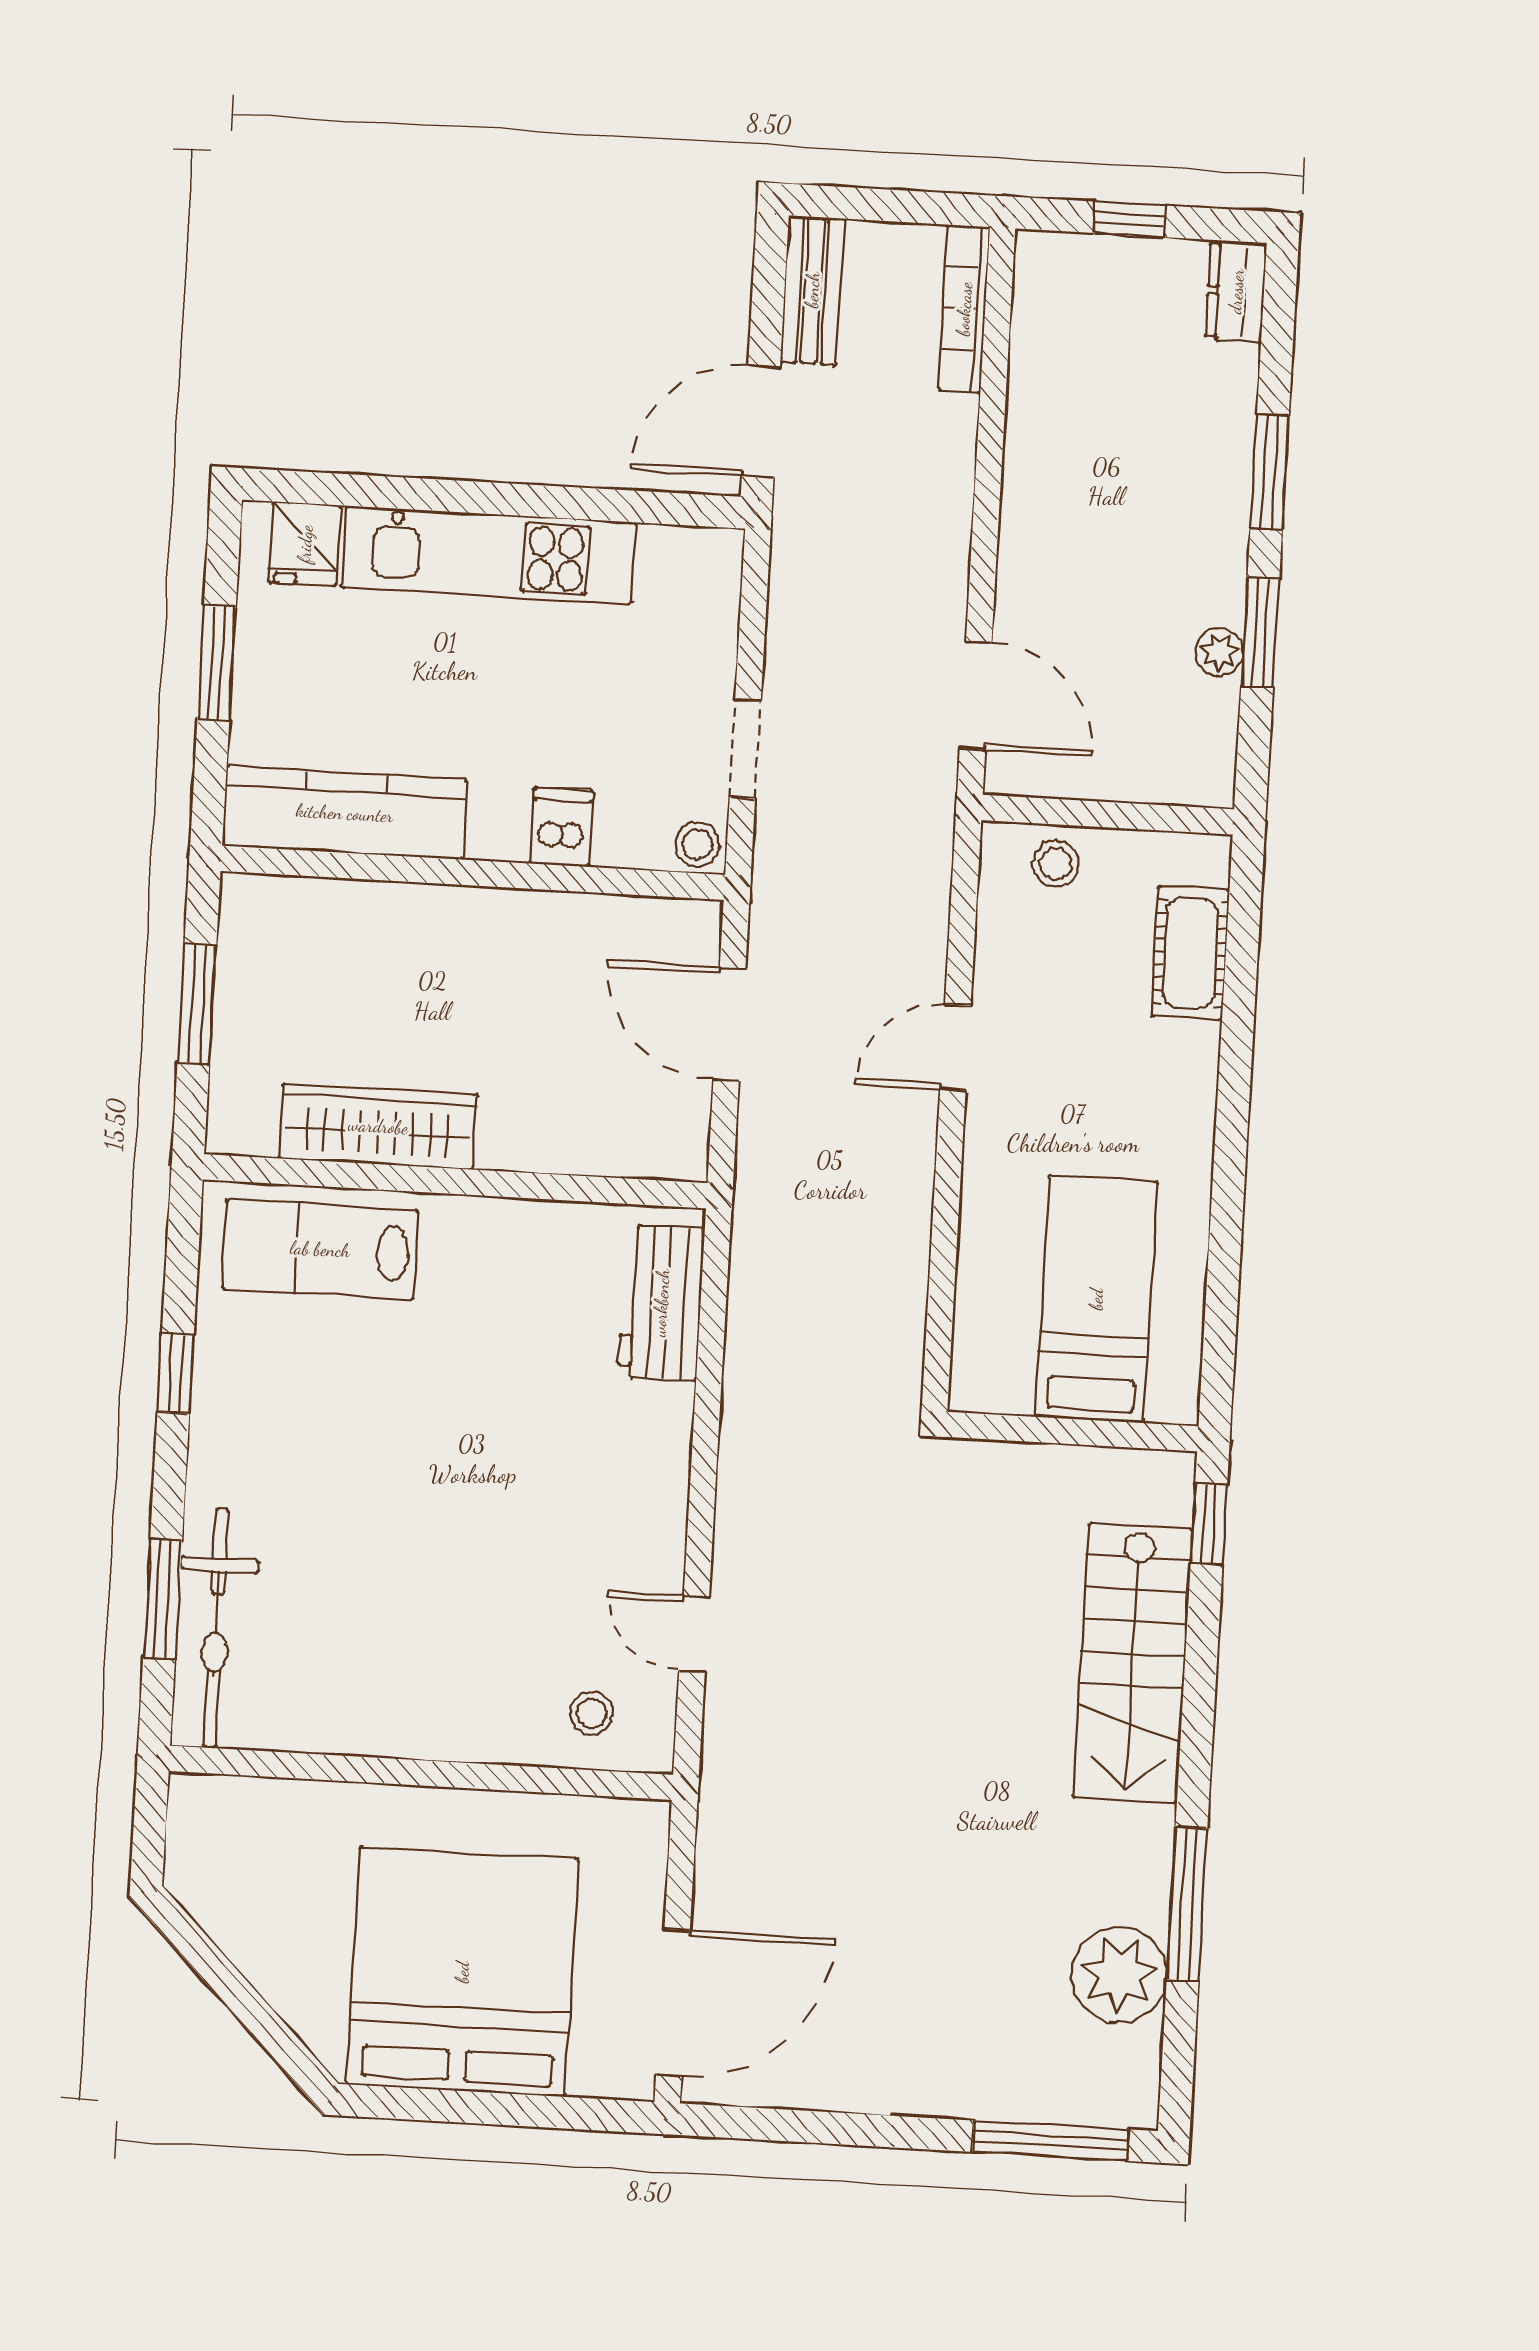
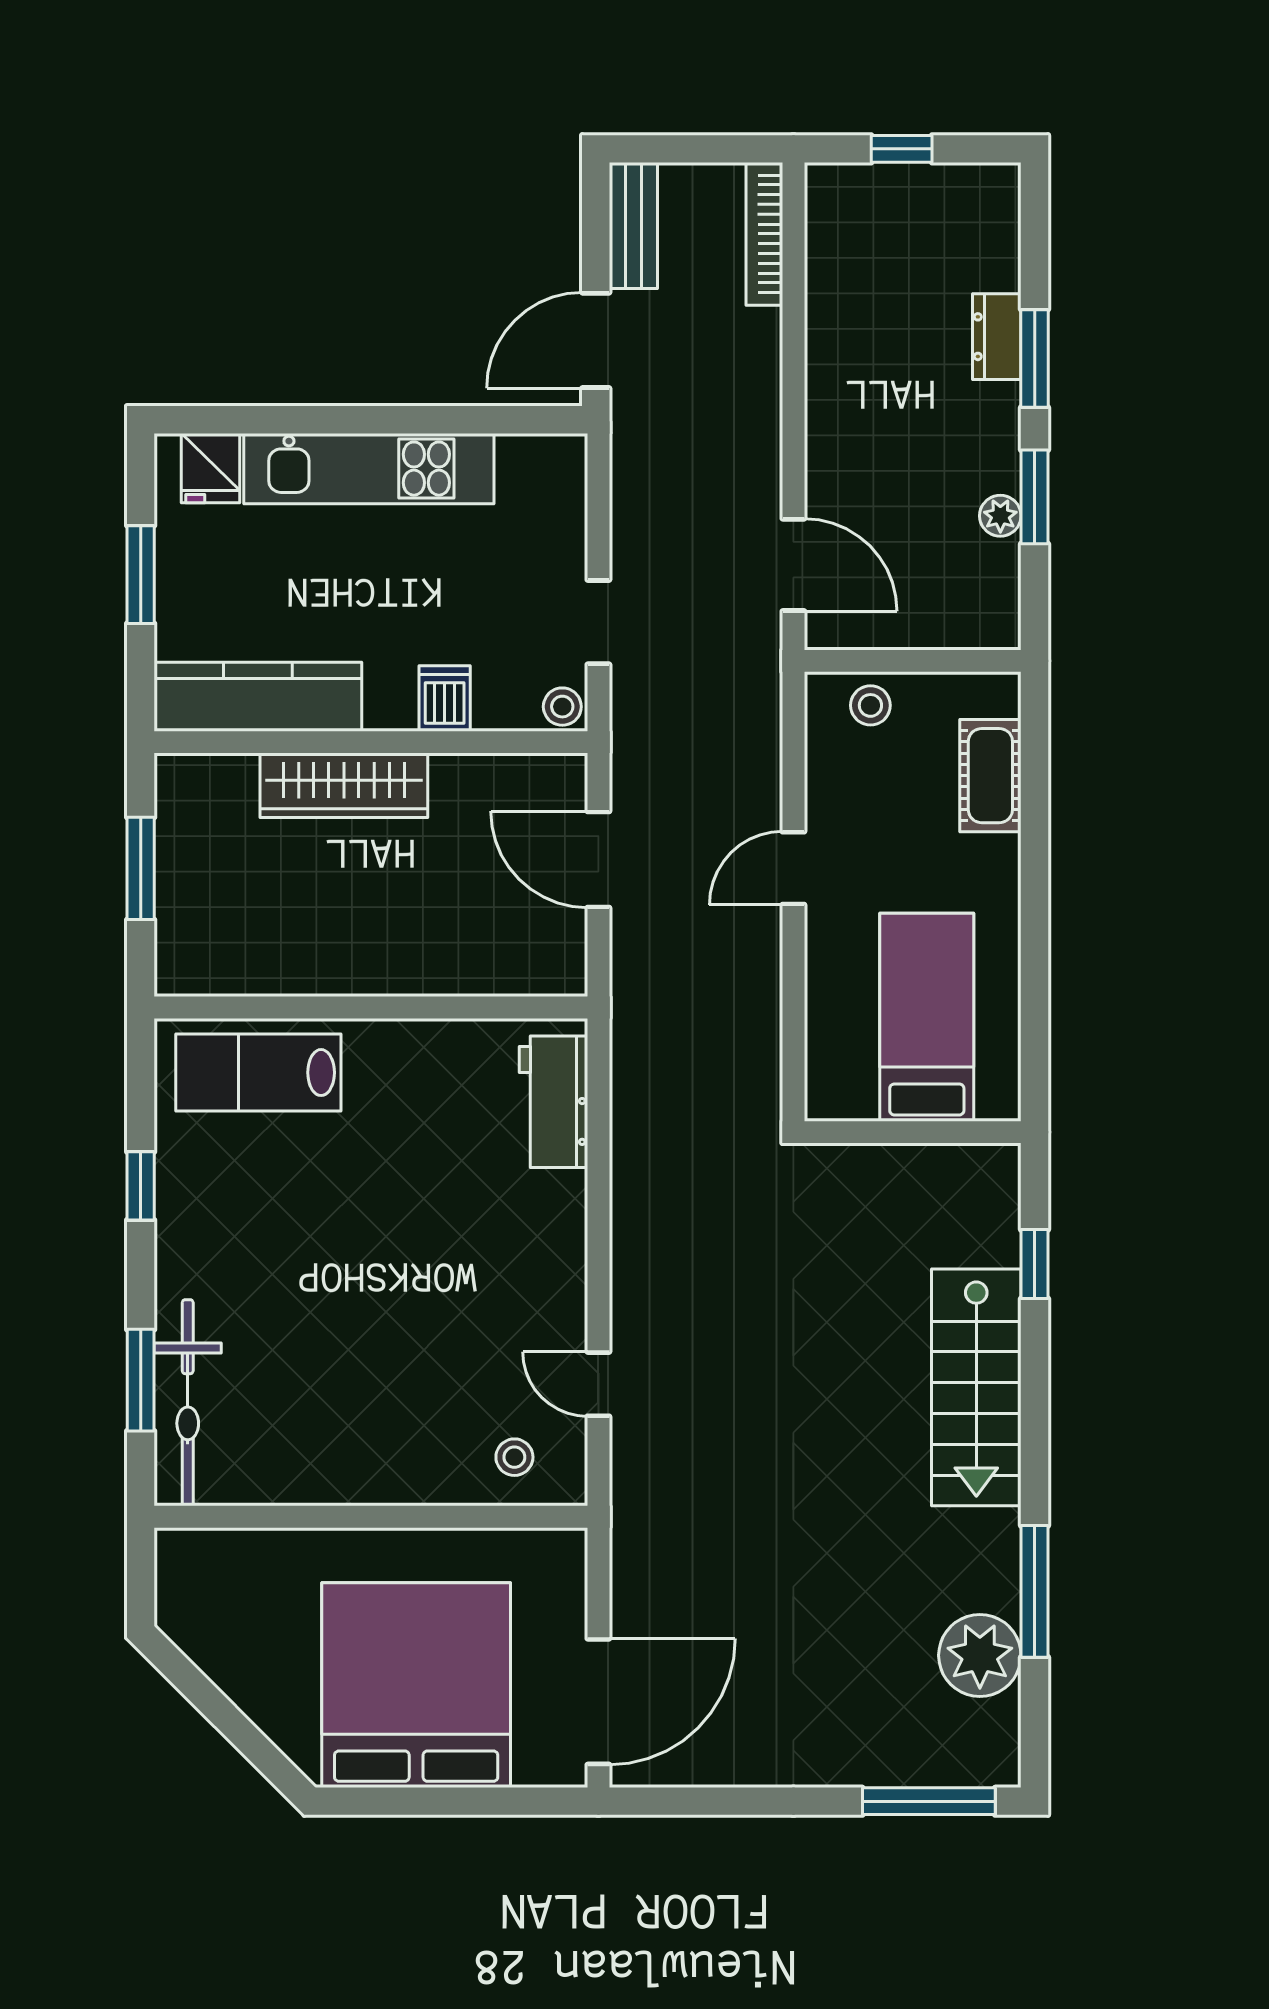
dresser: (1236, 291) -> (997, 337), moved
wardrobe: (378, 1126) -> (344, 785), moved, turned 180
bed: (1096, 1299) -> (927, 1017), moved
wall: (1072, 1432) -> (913, 1132), moved

